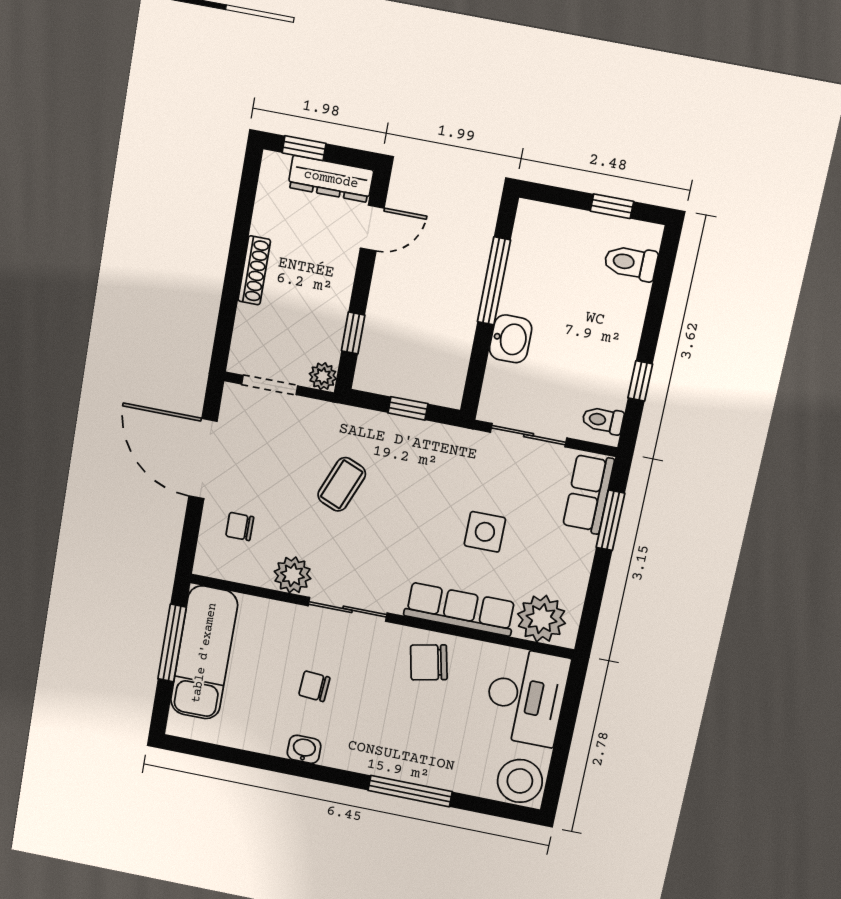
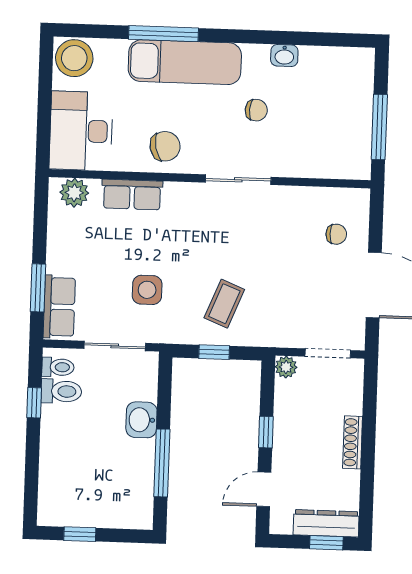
dresser: (331, 179) -> (326, 523), moved
toilet: (631, 263) -> (61, 391), moved
window: (353, 333) -> (266, 432), moved
coffee table: (342, 484) -> (224, 304), moved
side table: (485, 532) -> (147, 290), moved
plant: (293, 575) -> (287, 201), removed
row of seats: (460, 609) -> (132, 195), width x0.68
plant: (541, 619) -> (74, 193), width x0.73, depth x0.73
exam couch: (204, 653) -> (185, 62), moved, turned -90
washbasin: (304, 749) -> (284, 55), moved

